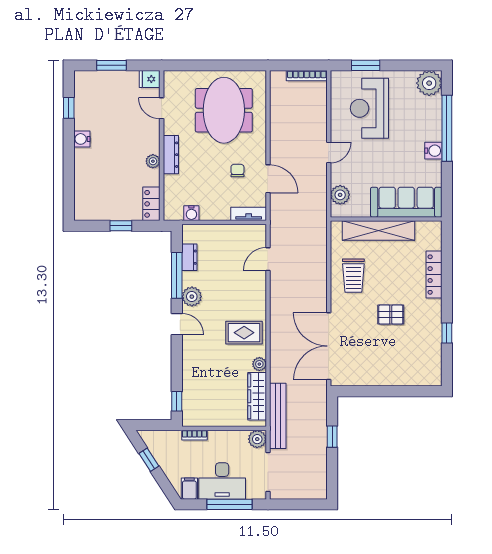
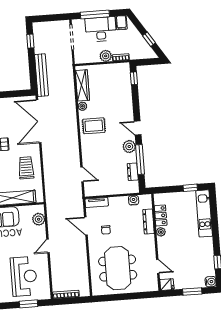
water cooler: (82, 139) -> (211, 282), moved
dresser: (171, 155) -> (148, 221), moved
kitchen unit: (84, 185) -> (204, 213), added
locker: (151, 204) -> (161, 215), moved
window: (121, 226) -> (190, 188), moved
door: (268, 259) -> (82, 174), hinge flipped
double door: (329, 346) -> (39, 121), swing flipped
bench: (278, 416) -> (42, 75), moved
window: (332, 437) -> (30, 41), moved
plant: (257, 439) -> (106, 56), moved

